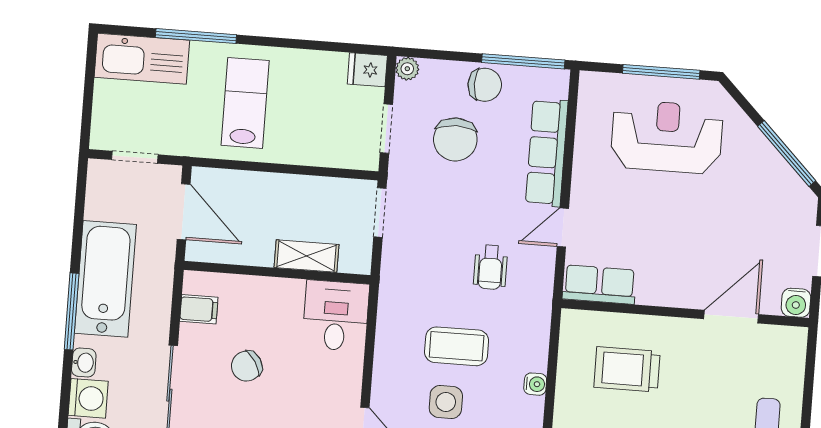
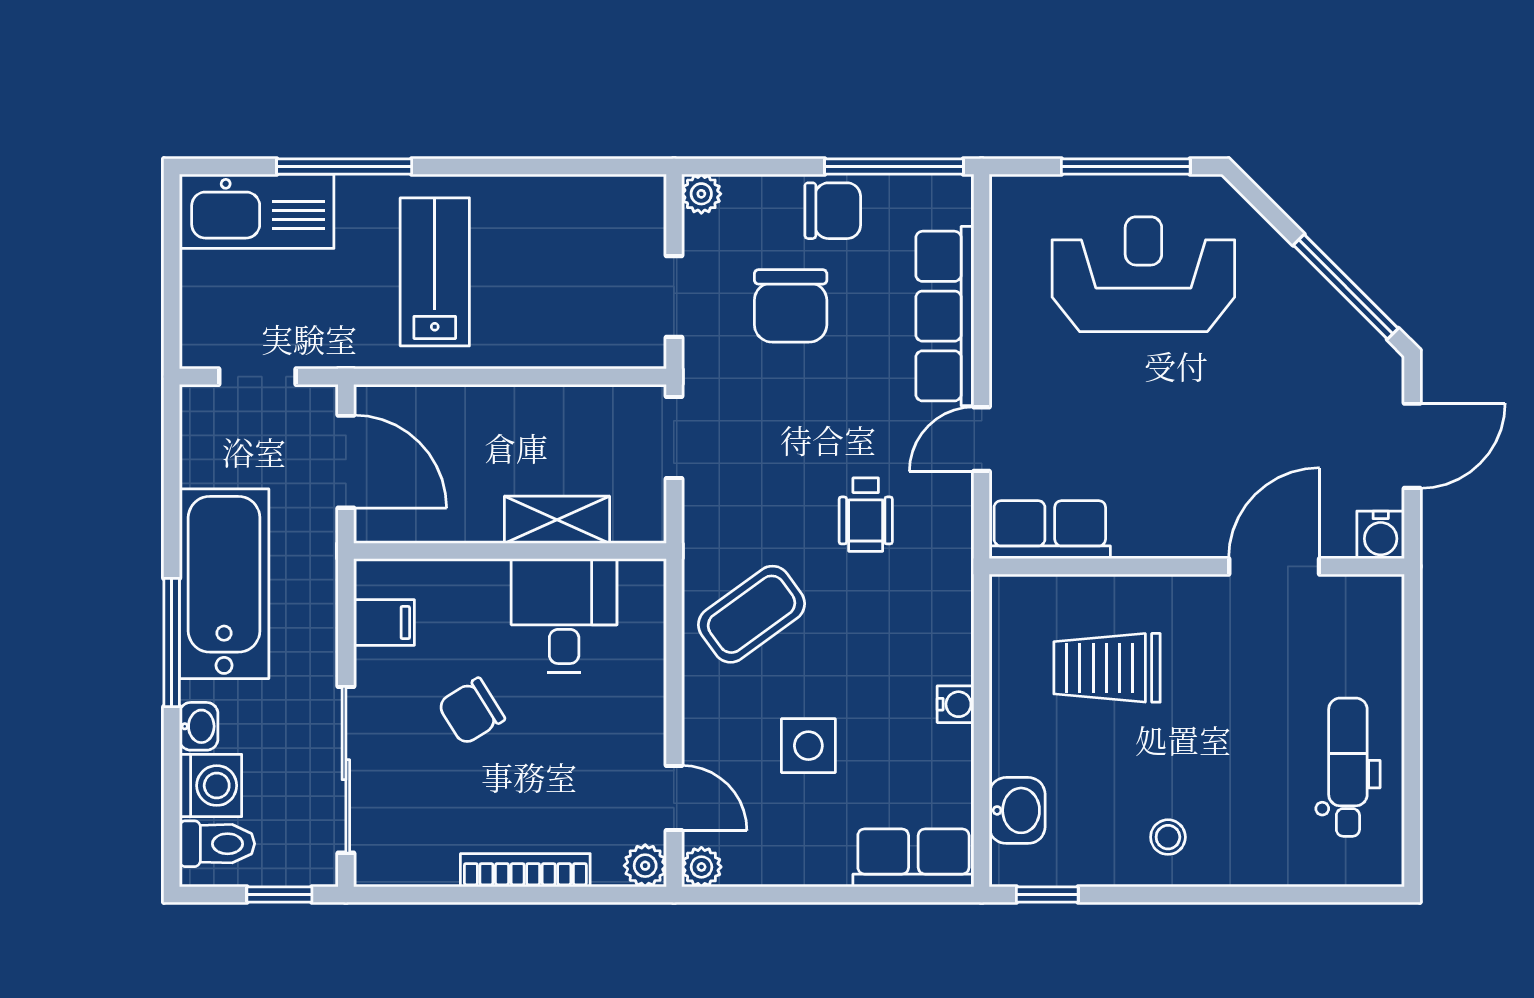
fridge: (367, 70) -> (635, 201), removed
desk: (336, 316) -> (564, 616), moved
coffee table: (457, 346) -> (752, 614), moved, turned -36

